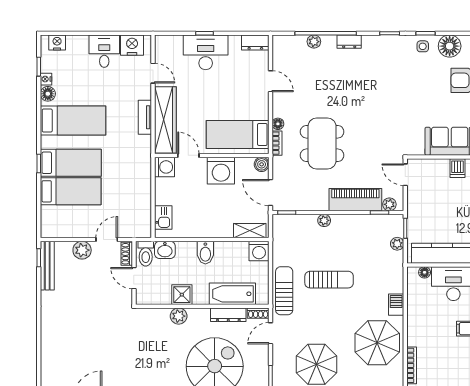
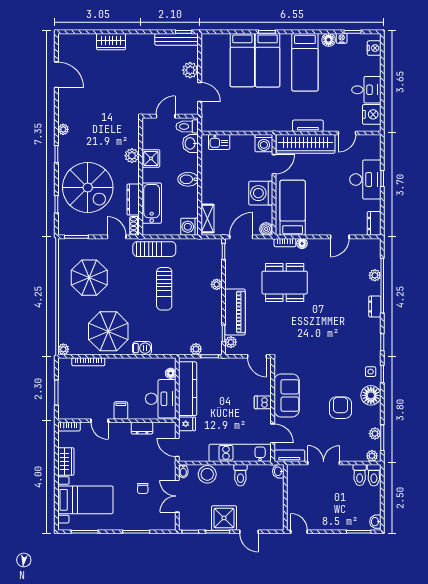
door: (405, 175) -> (257, 356), swing flipped
shoe rack: (127, 254) -> (187, 110), removed
wardrobe: (50, 340) -> (111, 42), added

